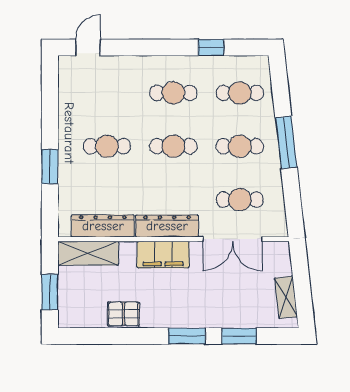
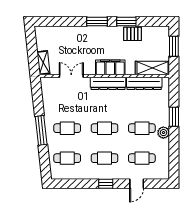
door: (88, 47) -> (137, 184), moved
window: (211, 47) -> (106, 184), moved
plant: (68, 138) -> (163, 133), added
cafe table: (240, 200) -> (142, 158), moved
double door: (232, 239) -> (71, 76), width x0.73
shelving: (286, 297) -> (43, 63), moved
window: (239, 336) -> (126, 22), moved

